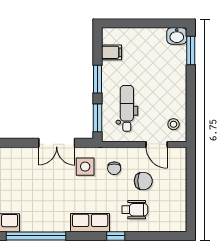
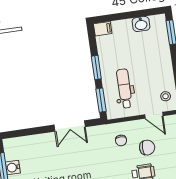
washbasin: (177, 36) -> (141, 24), moved
filing cabinet: (112, 52) -> (103, 29), moved
side table: (85, 167) -> (96, 142), removed

